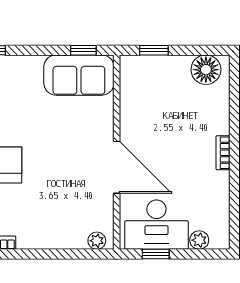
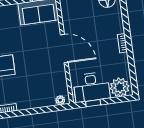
door: (117, 167) -> (64, 49), moved
plant: (199, 240) -> (120, 87), width x1.87, depth x1.87

